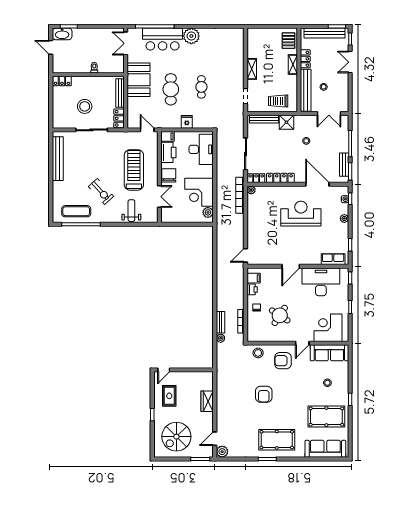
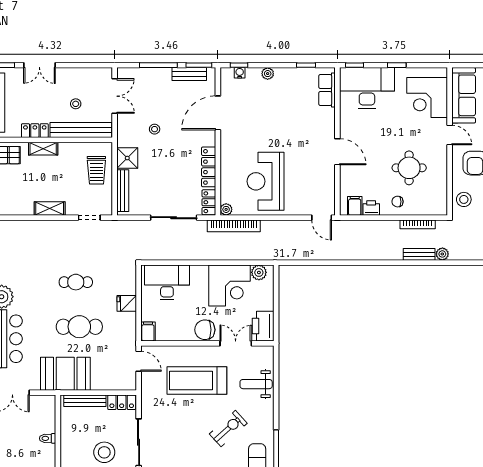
door: (147, 130) -> (139, 361), swing flipped
printer: (168, 152) -> (263, 326), moved, turned -90
reception desk: (301, 214) -> (265, 181), moved
desk: (321, 282) -> (367, 88), moved, turned 90
round table: (280, 315) -> (409, 168), turned -33

